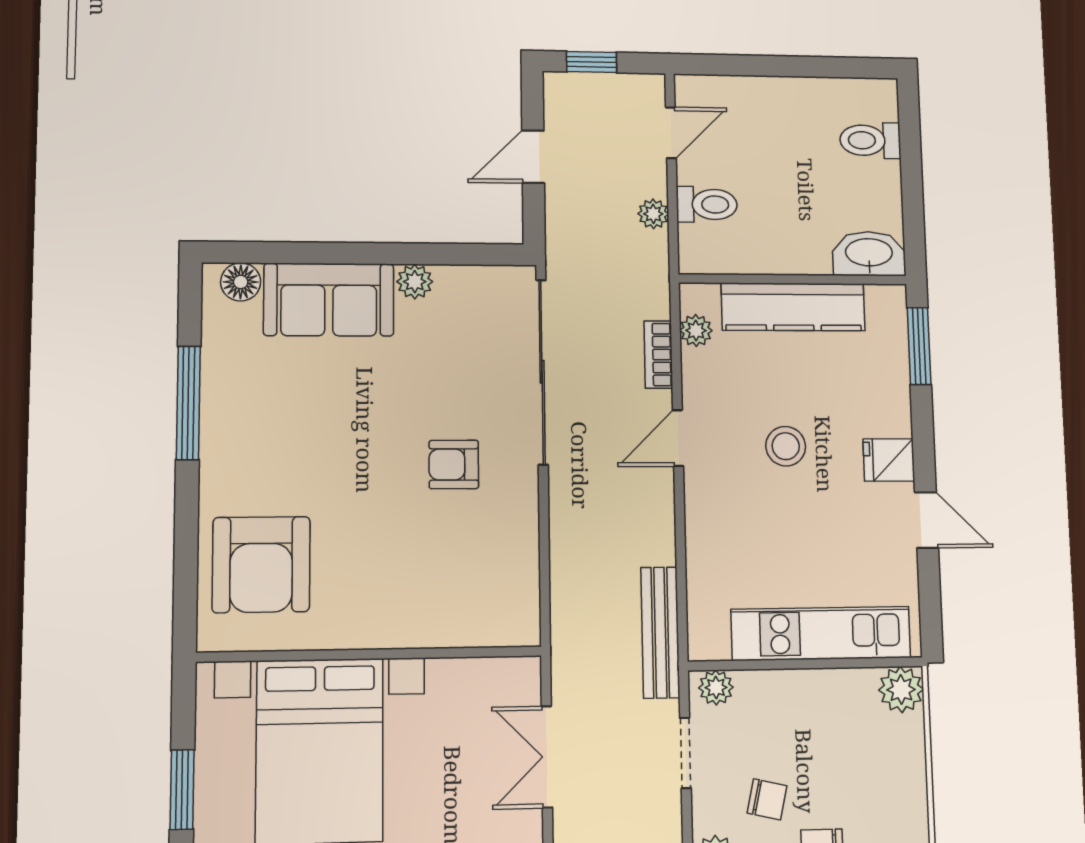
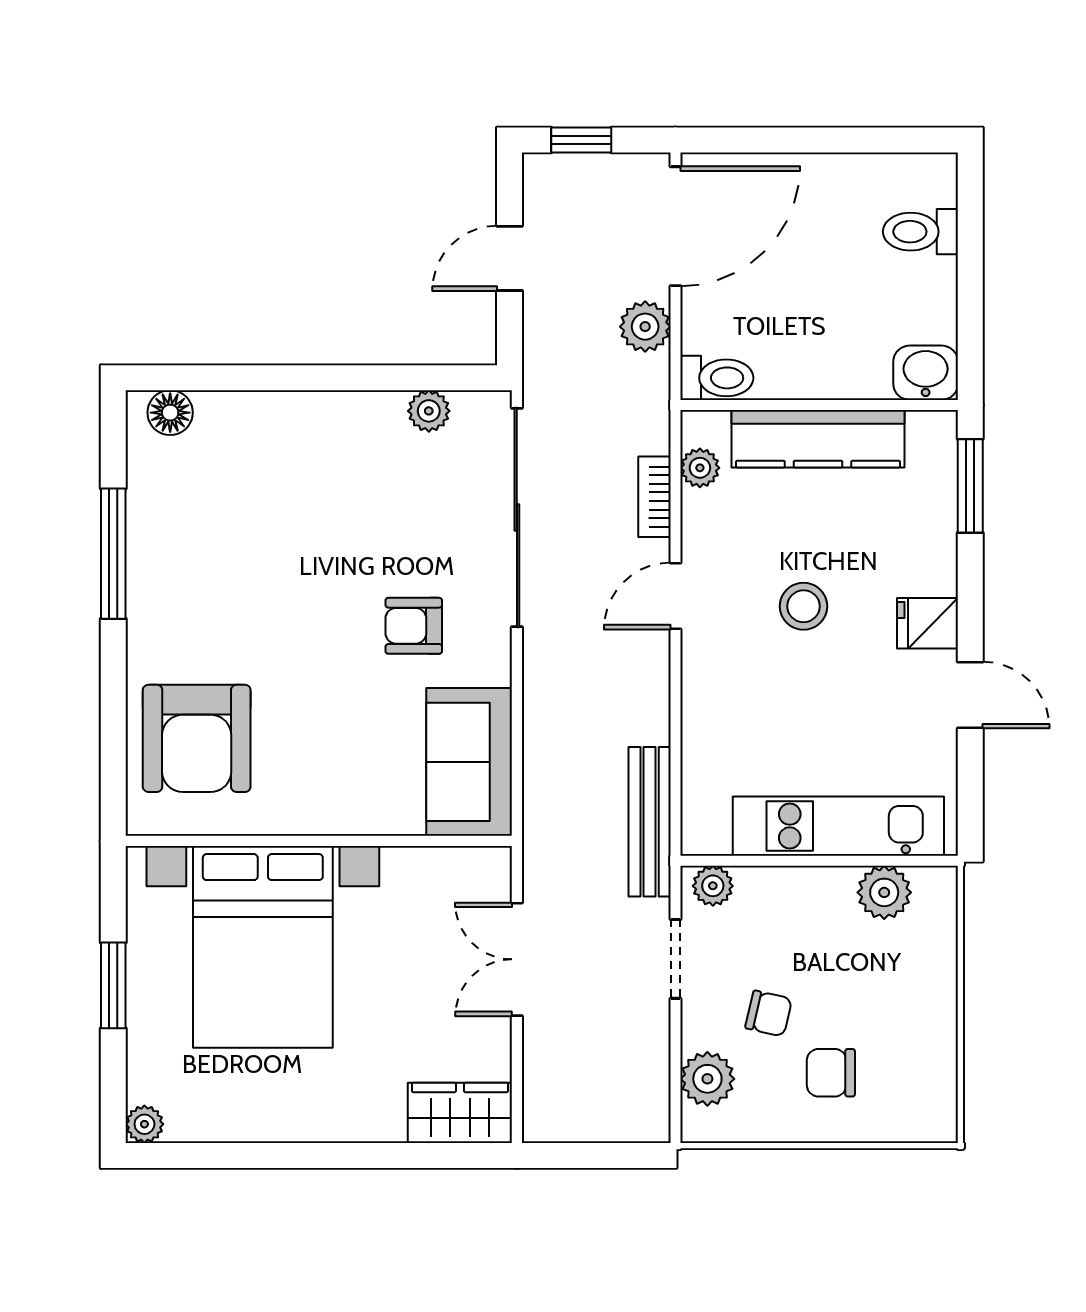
door: (671, 133) -> (675, 226), width x1.87
toilet: (707, 204) -> (717, 378), moved
plant: (653, 214) -> (645, 327), width x1.38, depth x1.38
washbasin: (869, 254) -> (926, 373), width x0.72
plant: (415, 282) -> (429, 411), moved
sofa: (329, 300) -> (469, 762), moved, turned 90
plant: (901, 690) -> (884, 892), moved

